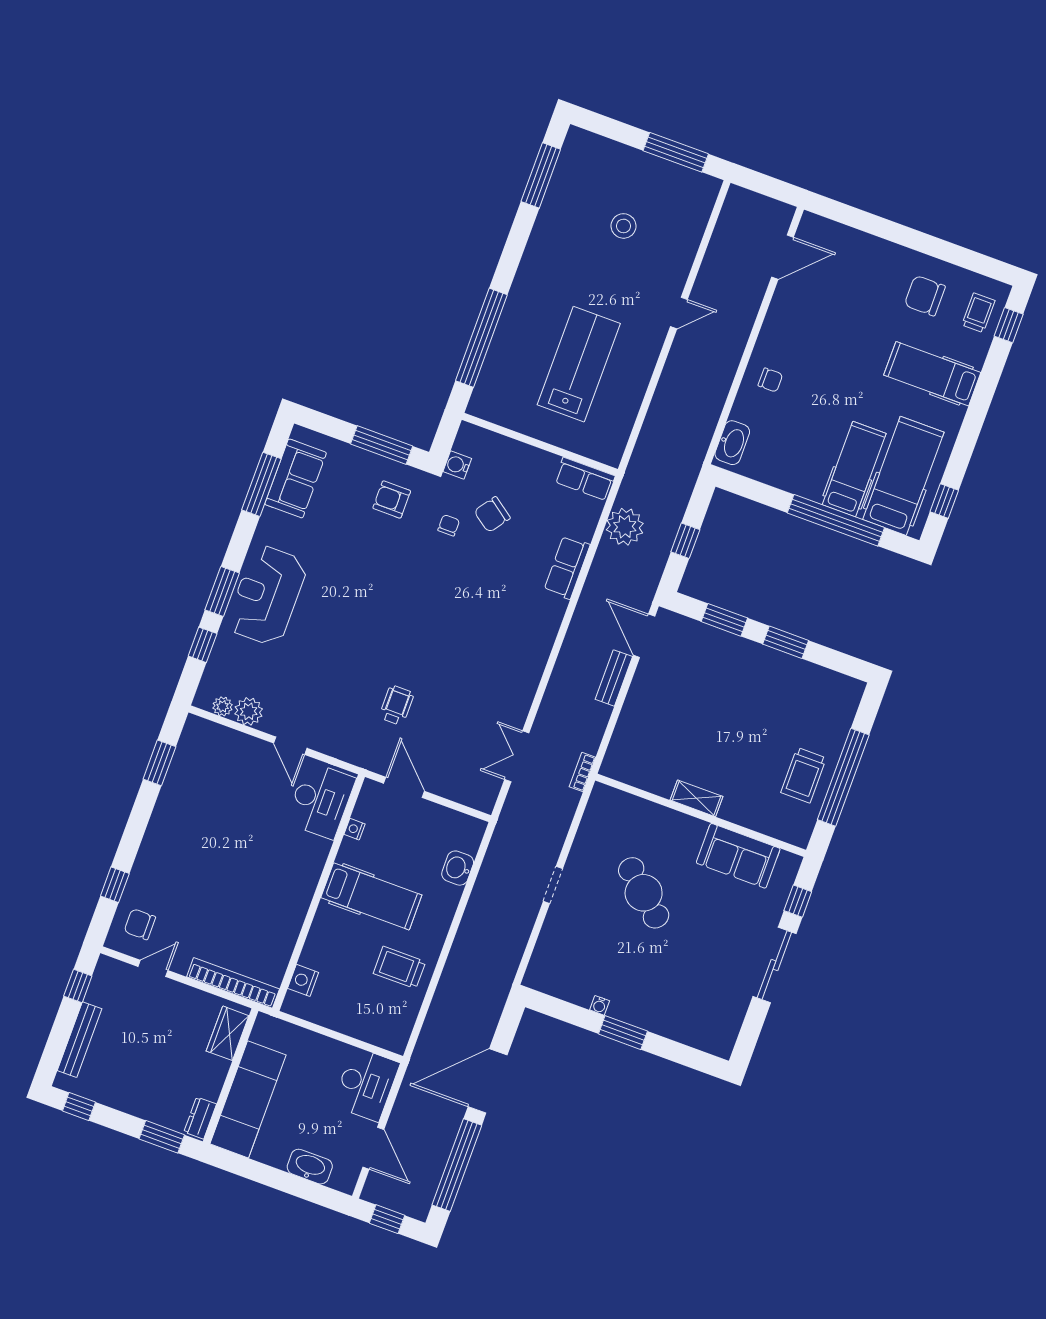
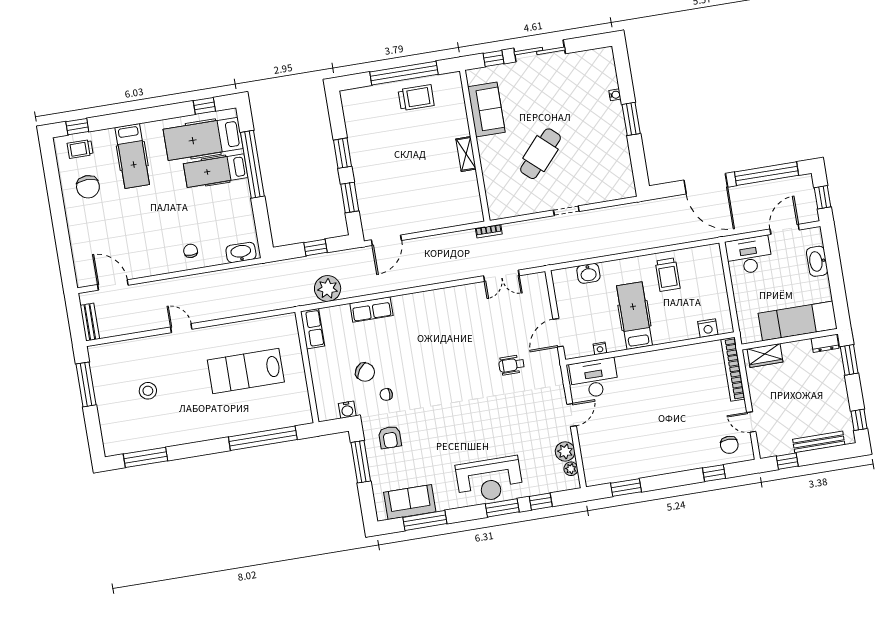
bench: (614, 678) -> (90, 322), moved, turned 90
water cooler: (600, 1005) -> (615, 95), moved

